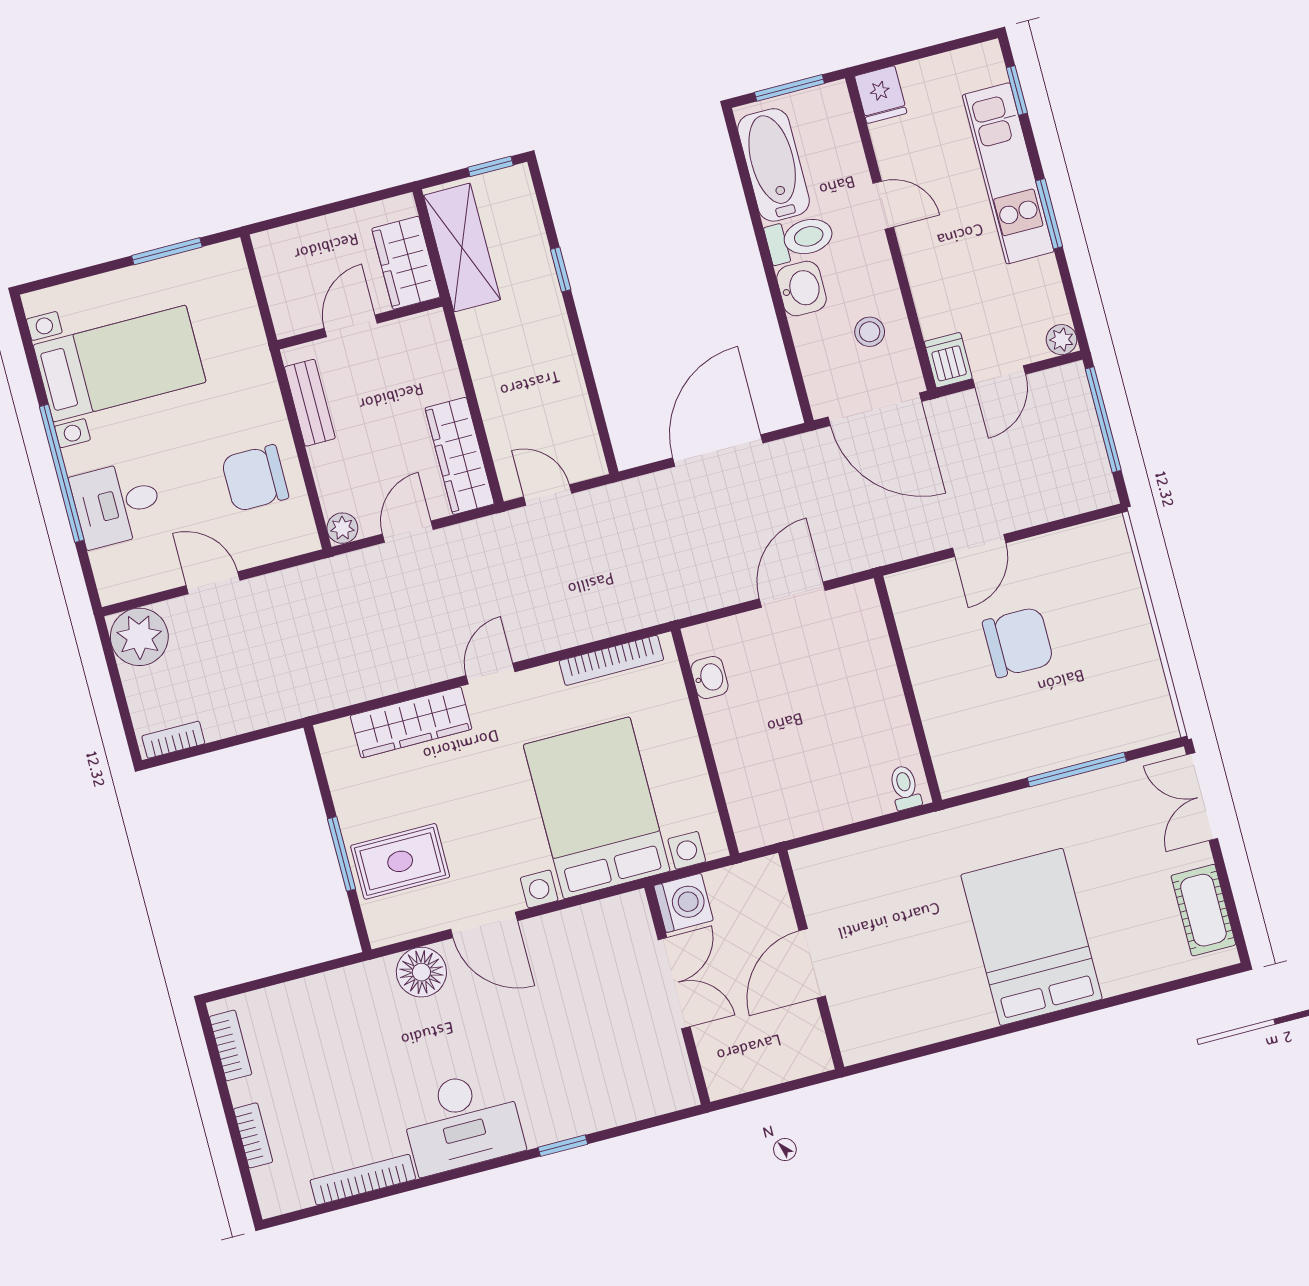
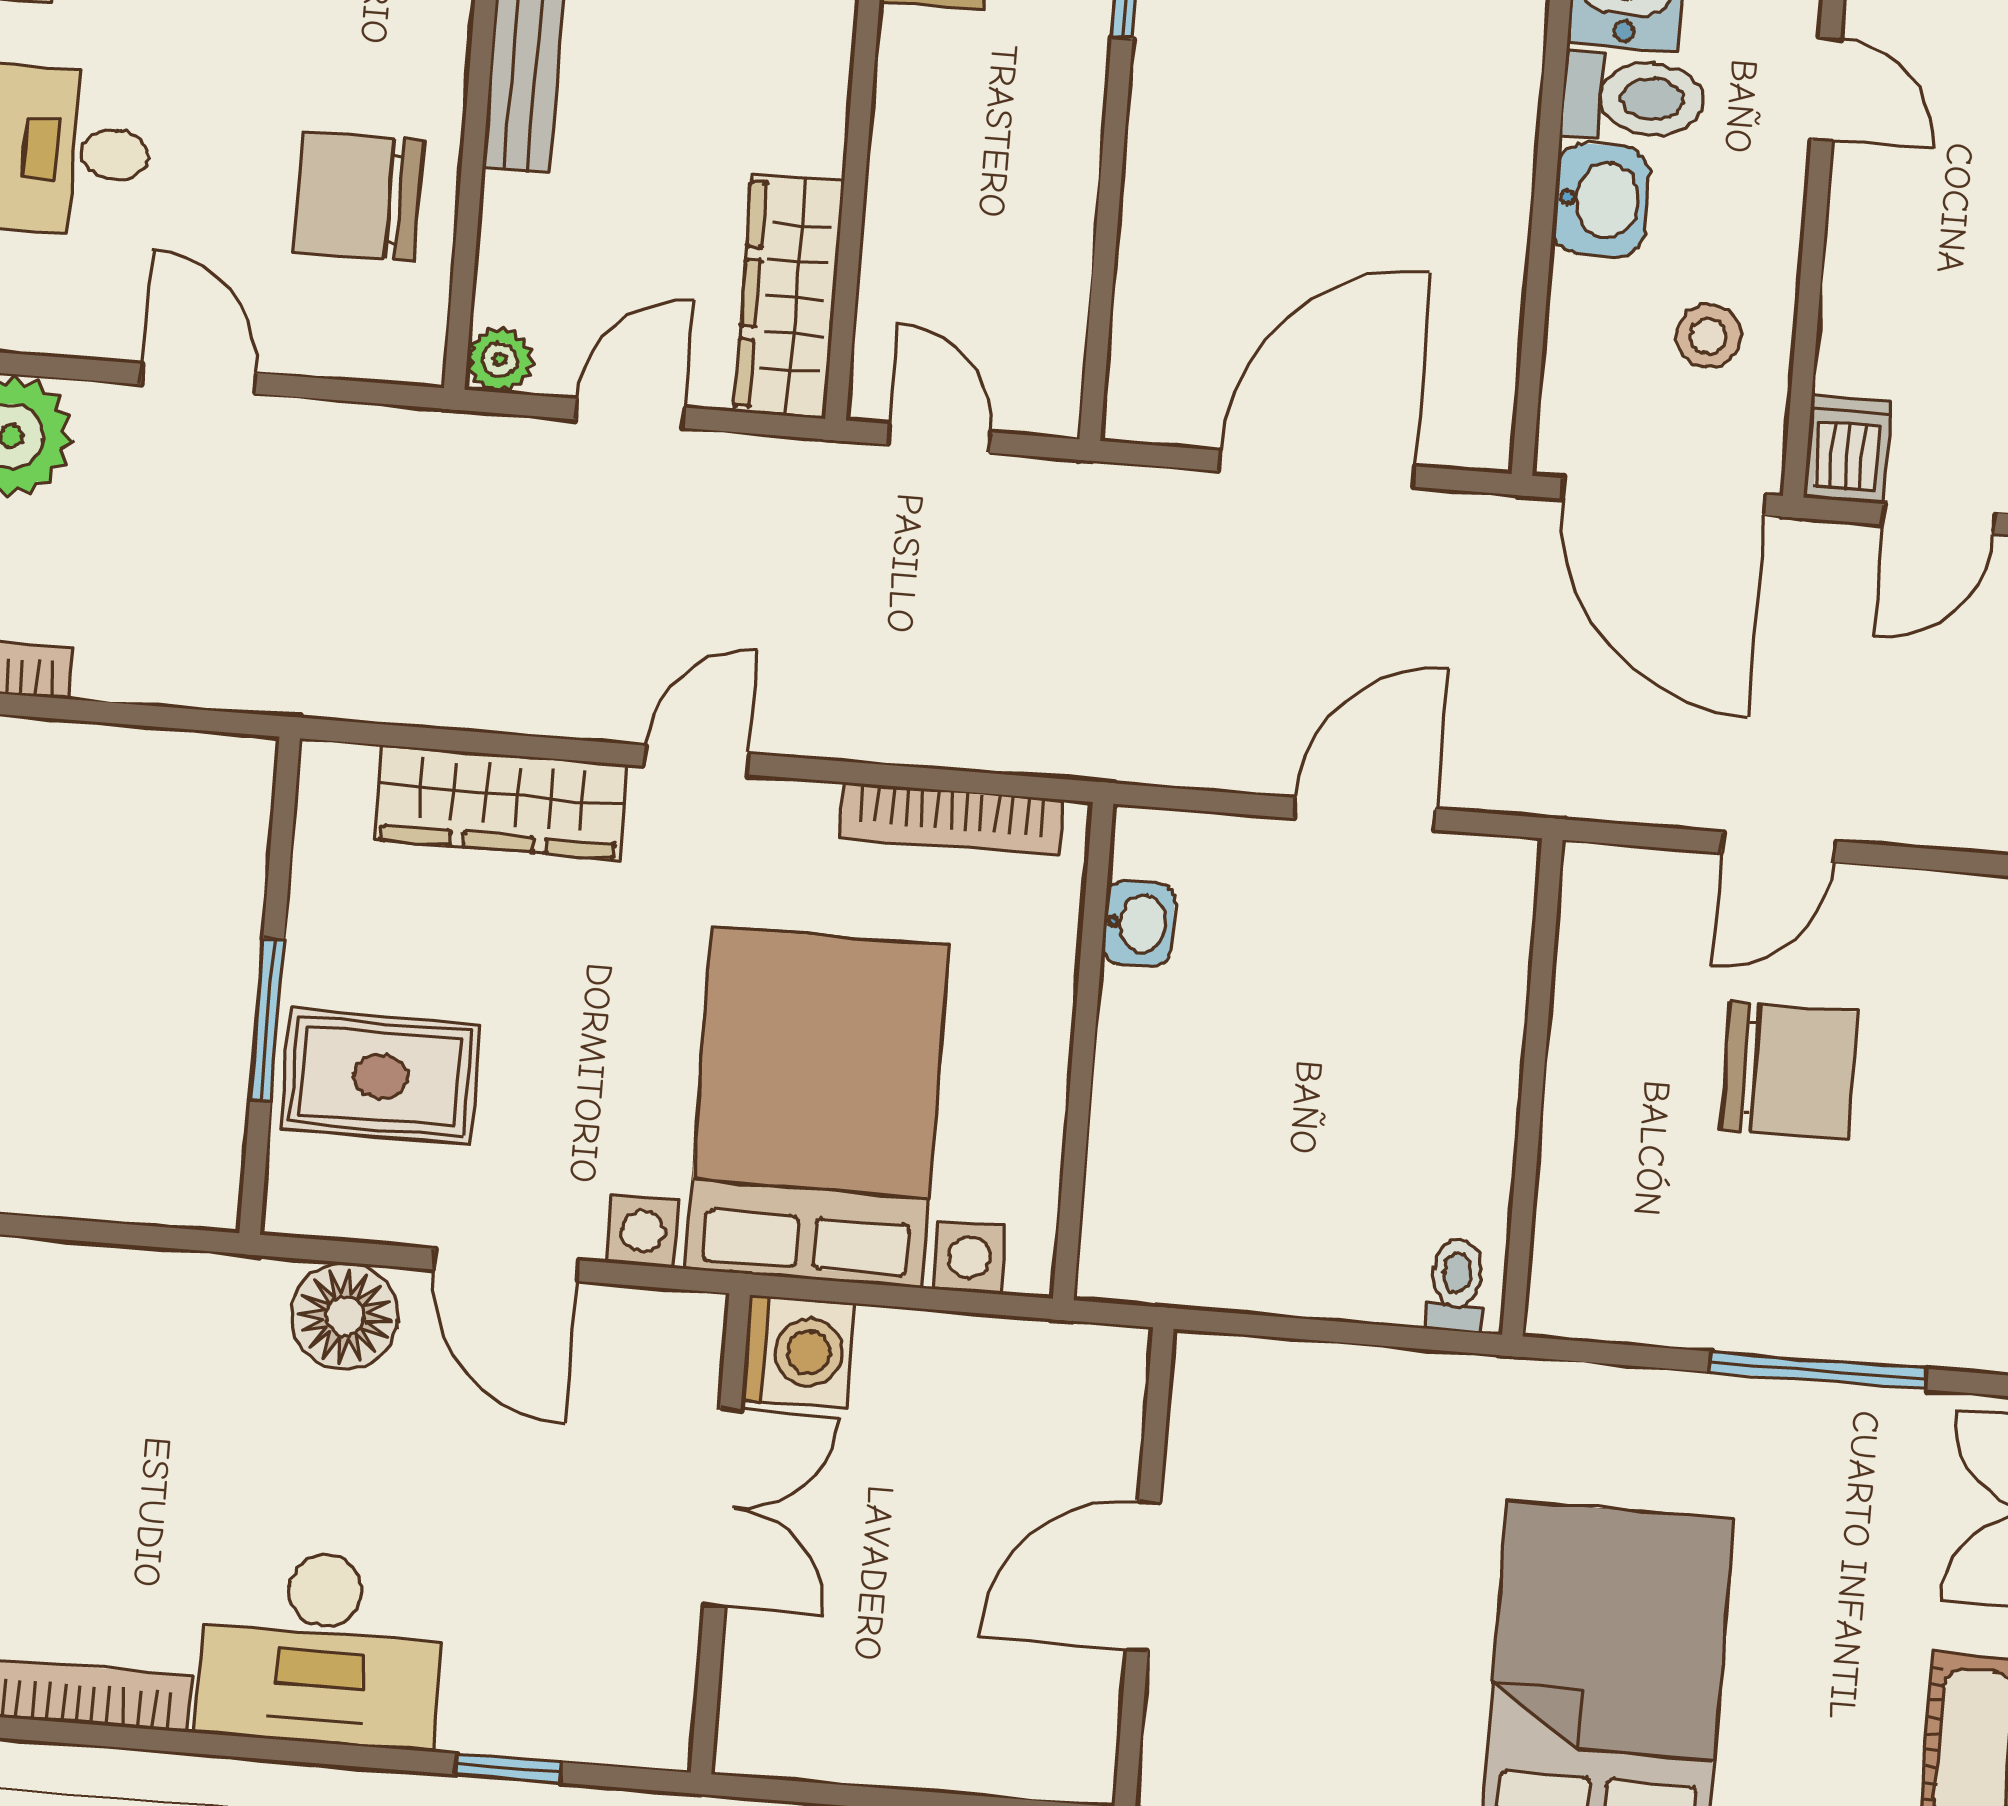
washing machine: (683, 903) -> (798, 1352), moved
double door: (674, 983) -> (722, 1508), moved
wall: (677, 995) -> (720, 1534), moved

